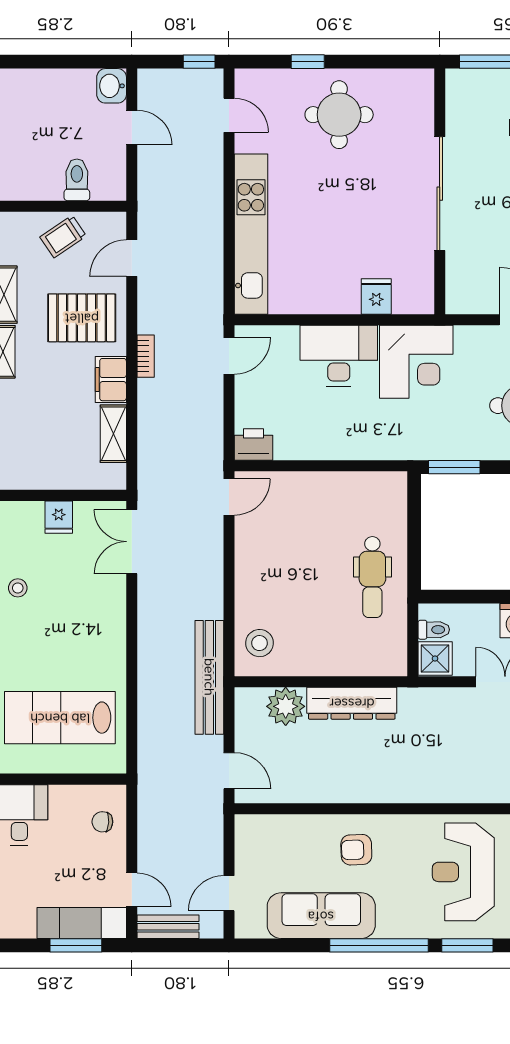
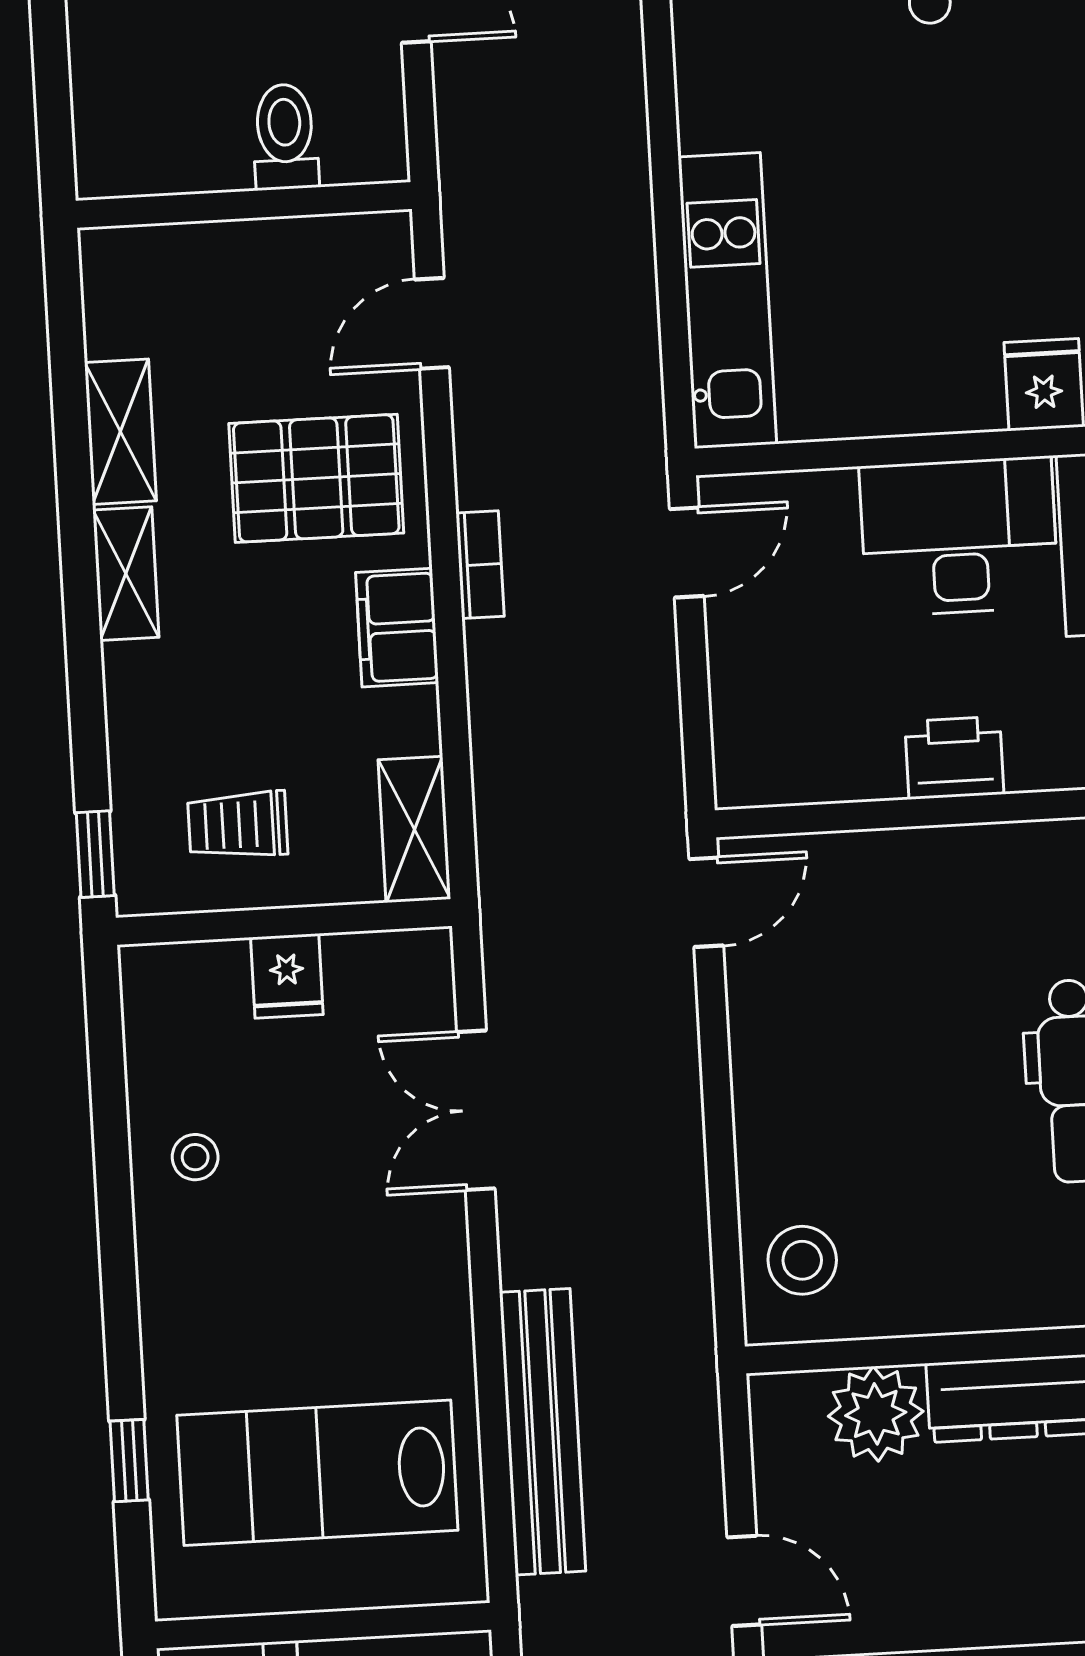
kitchen unit: (251, 234) -> (727, 300), width x0.73
trolley: (63, 237) -> (238, 825), moved, turned 34
shelving: (113, 434) -> (414, 829), moved
printer: (253, 444) -> (954, 758), moved
double door: (132, 542) -> (476, 1110), moved
bench: (209, 677) -> (543, 1432), moved

